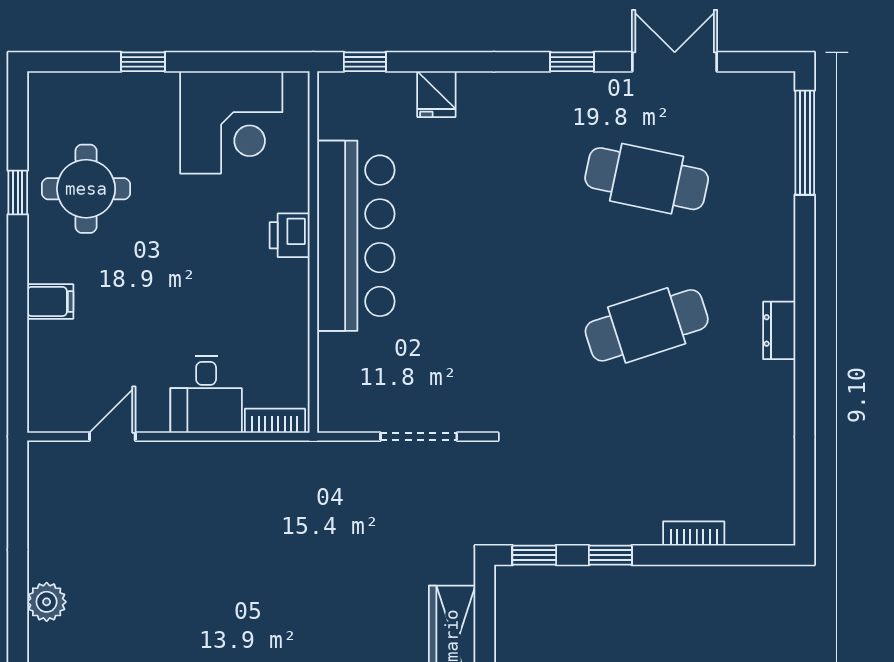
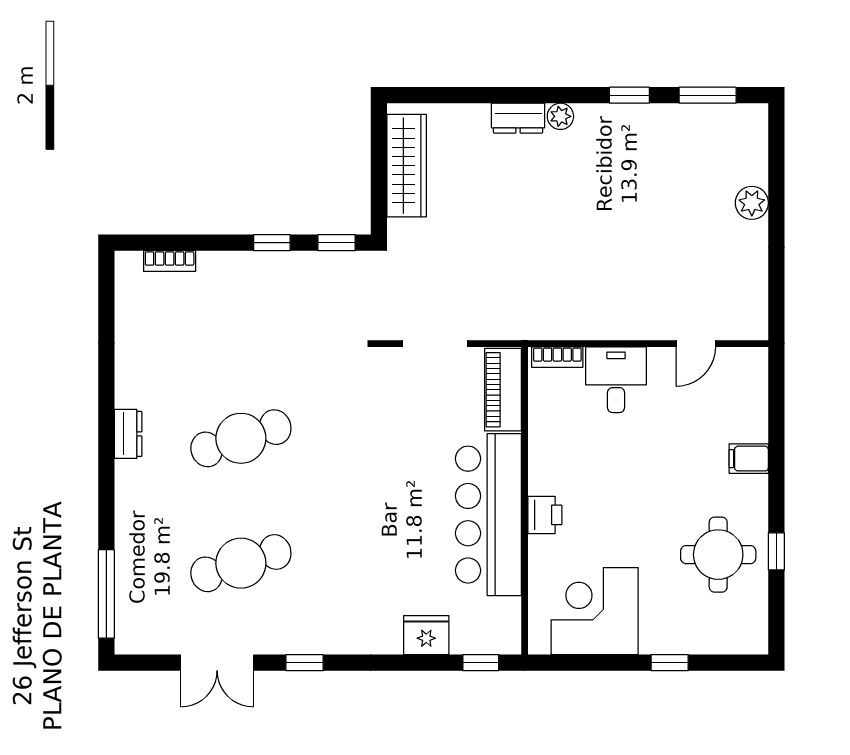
fridge: (436, 94) -> (426, 635), width x1.38
cafe table: (647, 179) -> (241, 563), turned -30
piano: (339, 382) -> (503, 390), added
bookcase: (694, 534) -> (170, 261), moved

